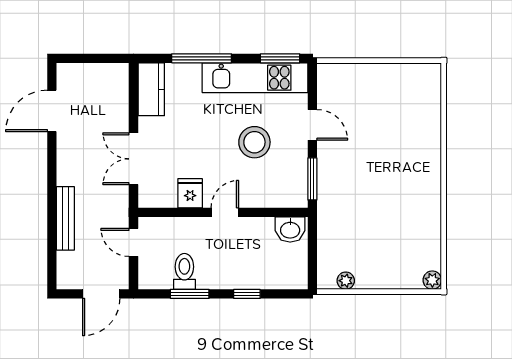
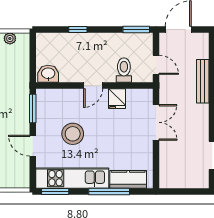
kitchen counter: (151, 89) -> (128, 179), moved, turned 90
toilet: (184, 271) -> (124, 70), moved, turned 180
window: (190, 294) -> (136, 29), moved

